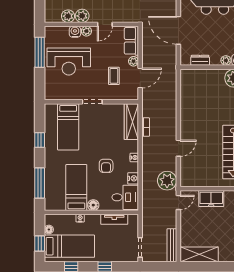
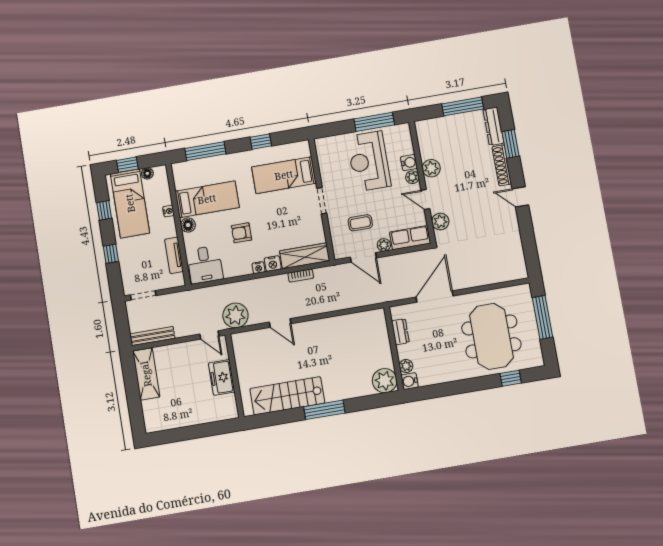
plant: (68, 16) -> (440, 222), moved
nightstand: (133, 178) -> (273, 264), moved

